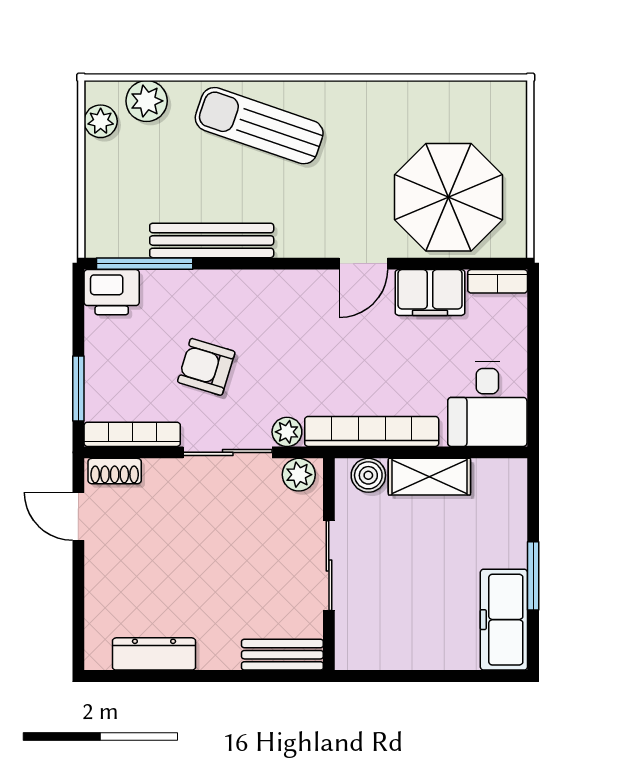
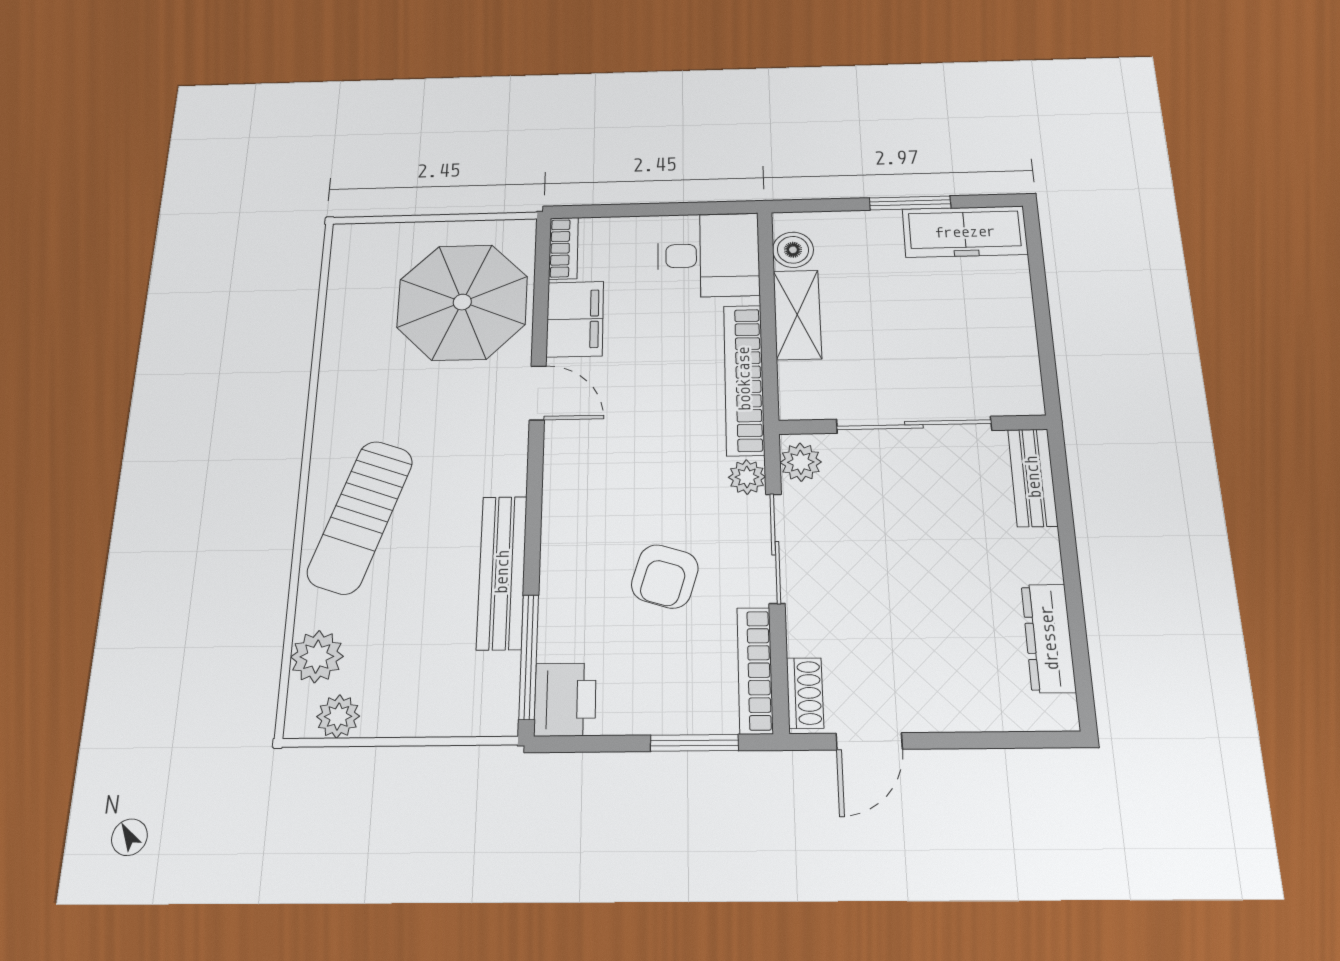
boiler: (368, 475) -> (793, 250), moved
sliding door: (329, 566) -> (914, 425), width x1.37

